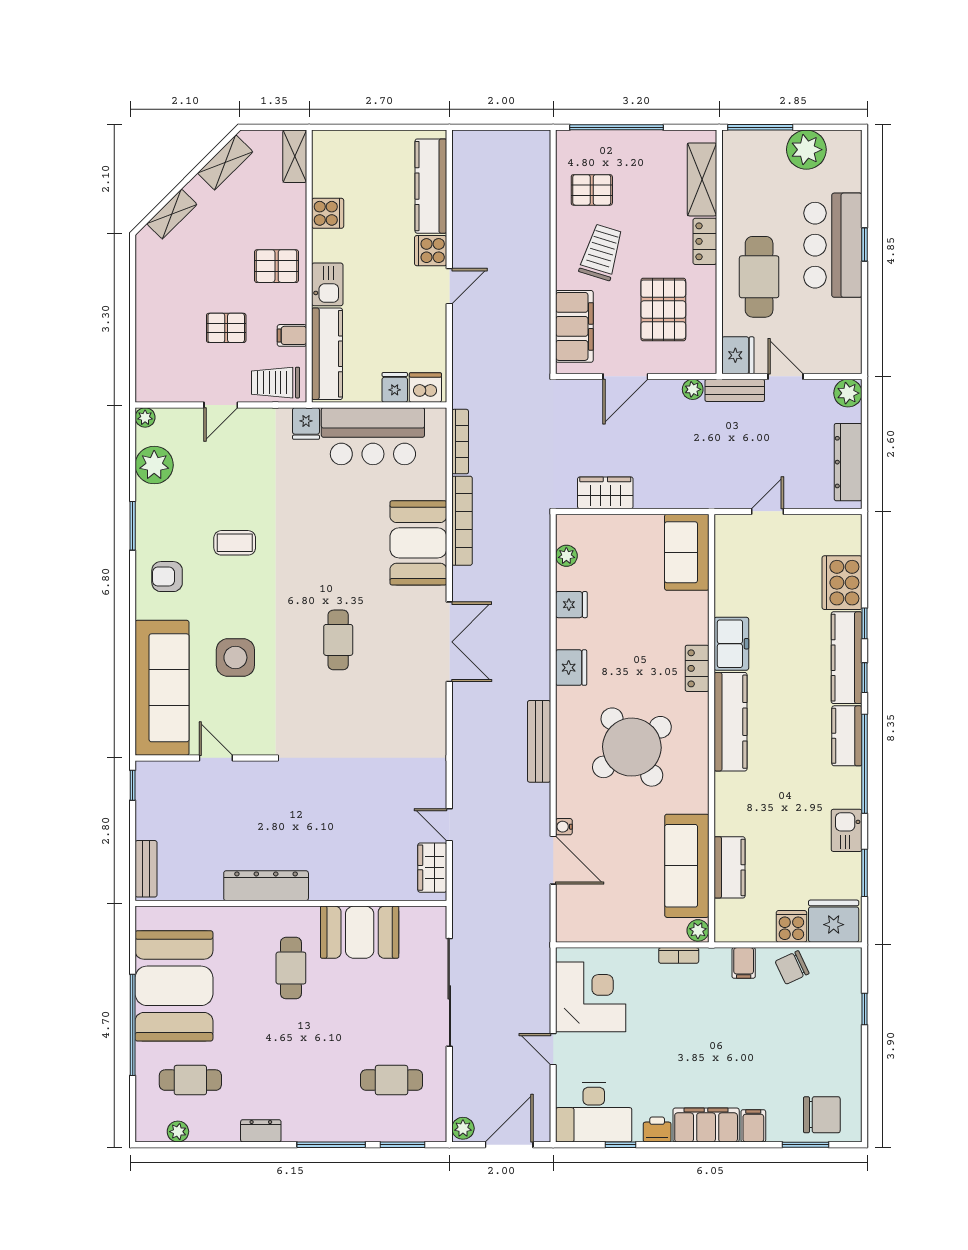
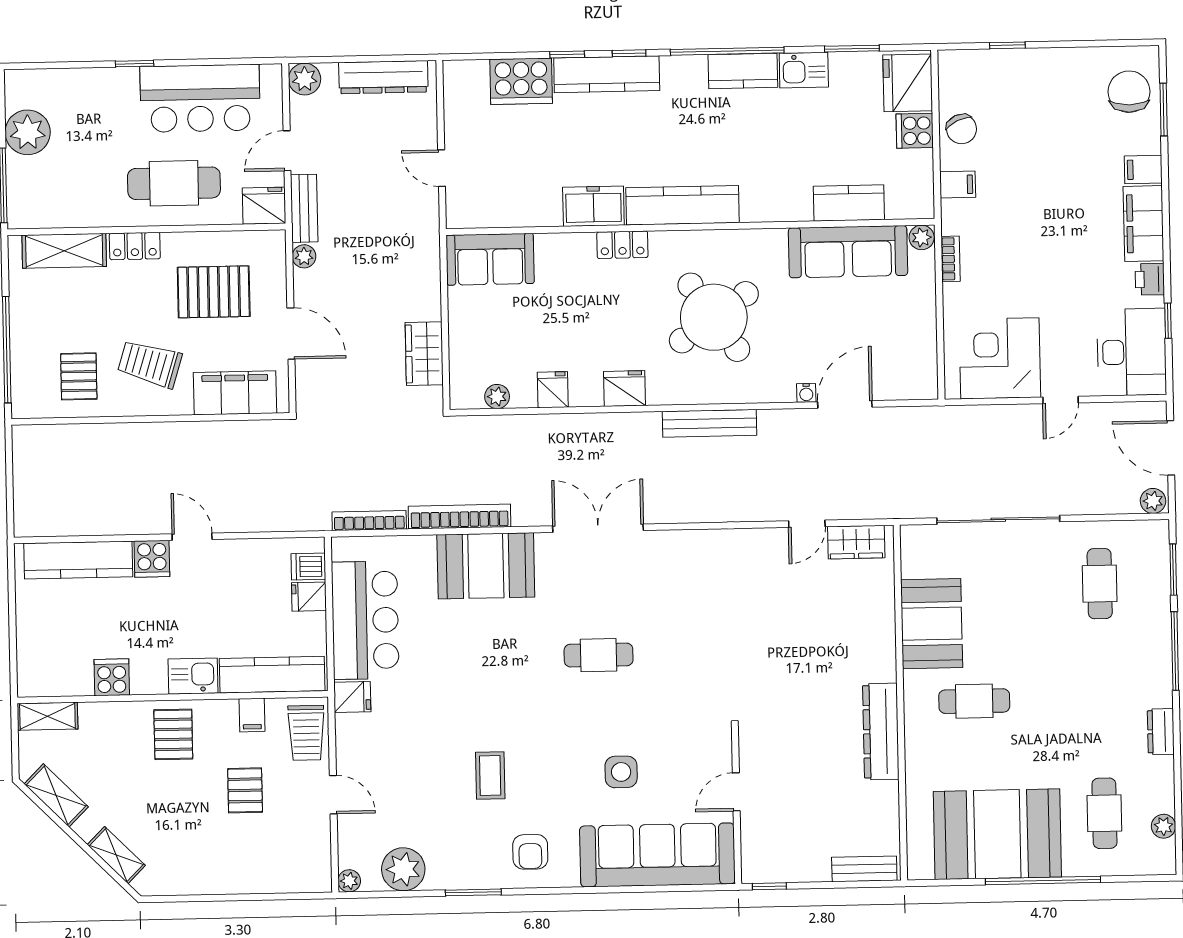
bar counter: (833, 245) -> (200, 98), moved
dishwasher: (425, 387) -> (308, 567), width x0.73
side table: (235, 658) -> (621, 772), width x0.73, depth x0.73
kitchen counter: (847, 736) -> (743, 71), moved

